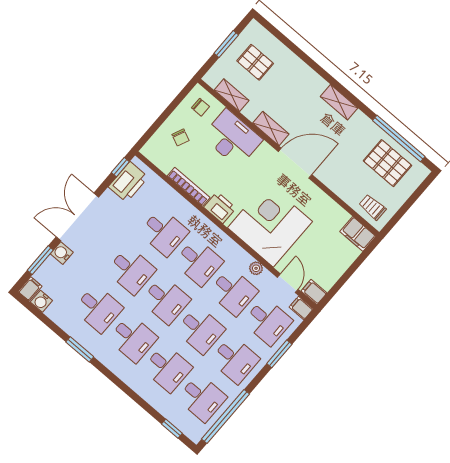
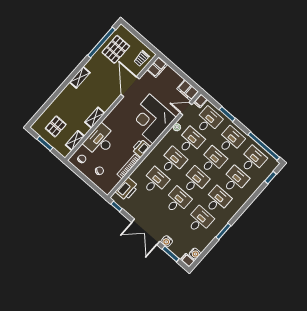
door: (295, 163) -> (130, 87), moved
printer: (128, 182) -> (127, 189), moved, turned 90
filing cabinet: (314, 292) -> (188, 90), width x2.00

